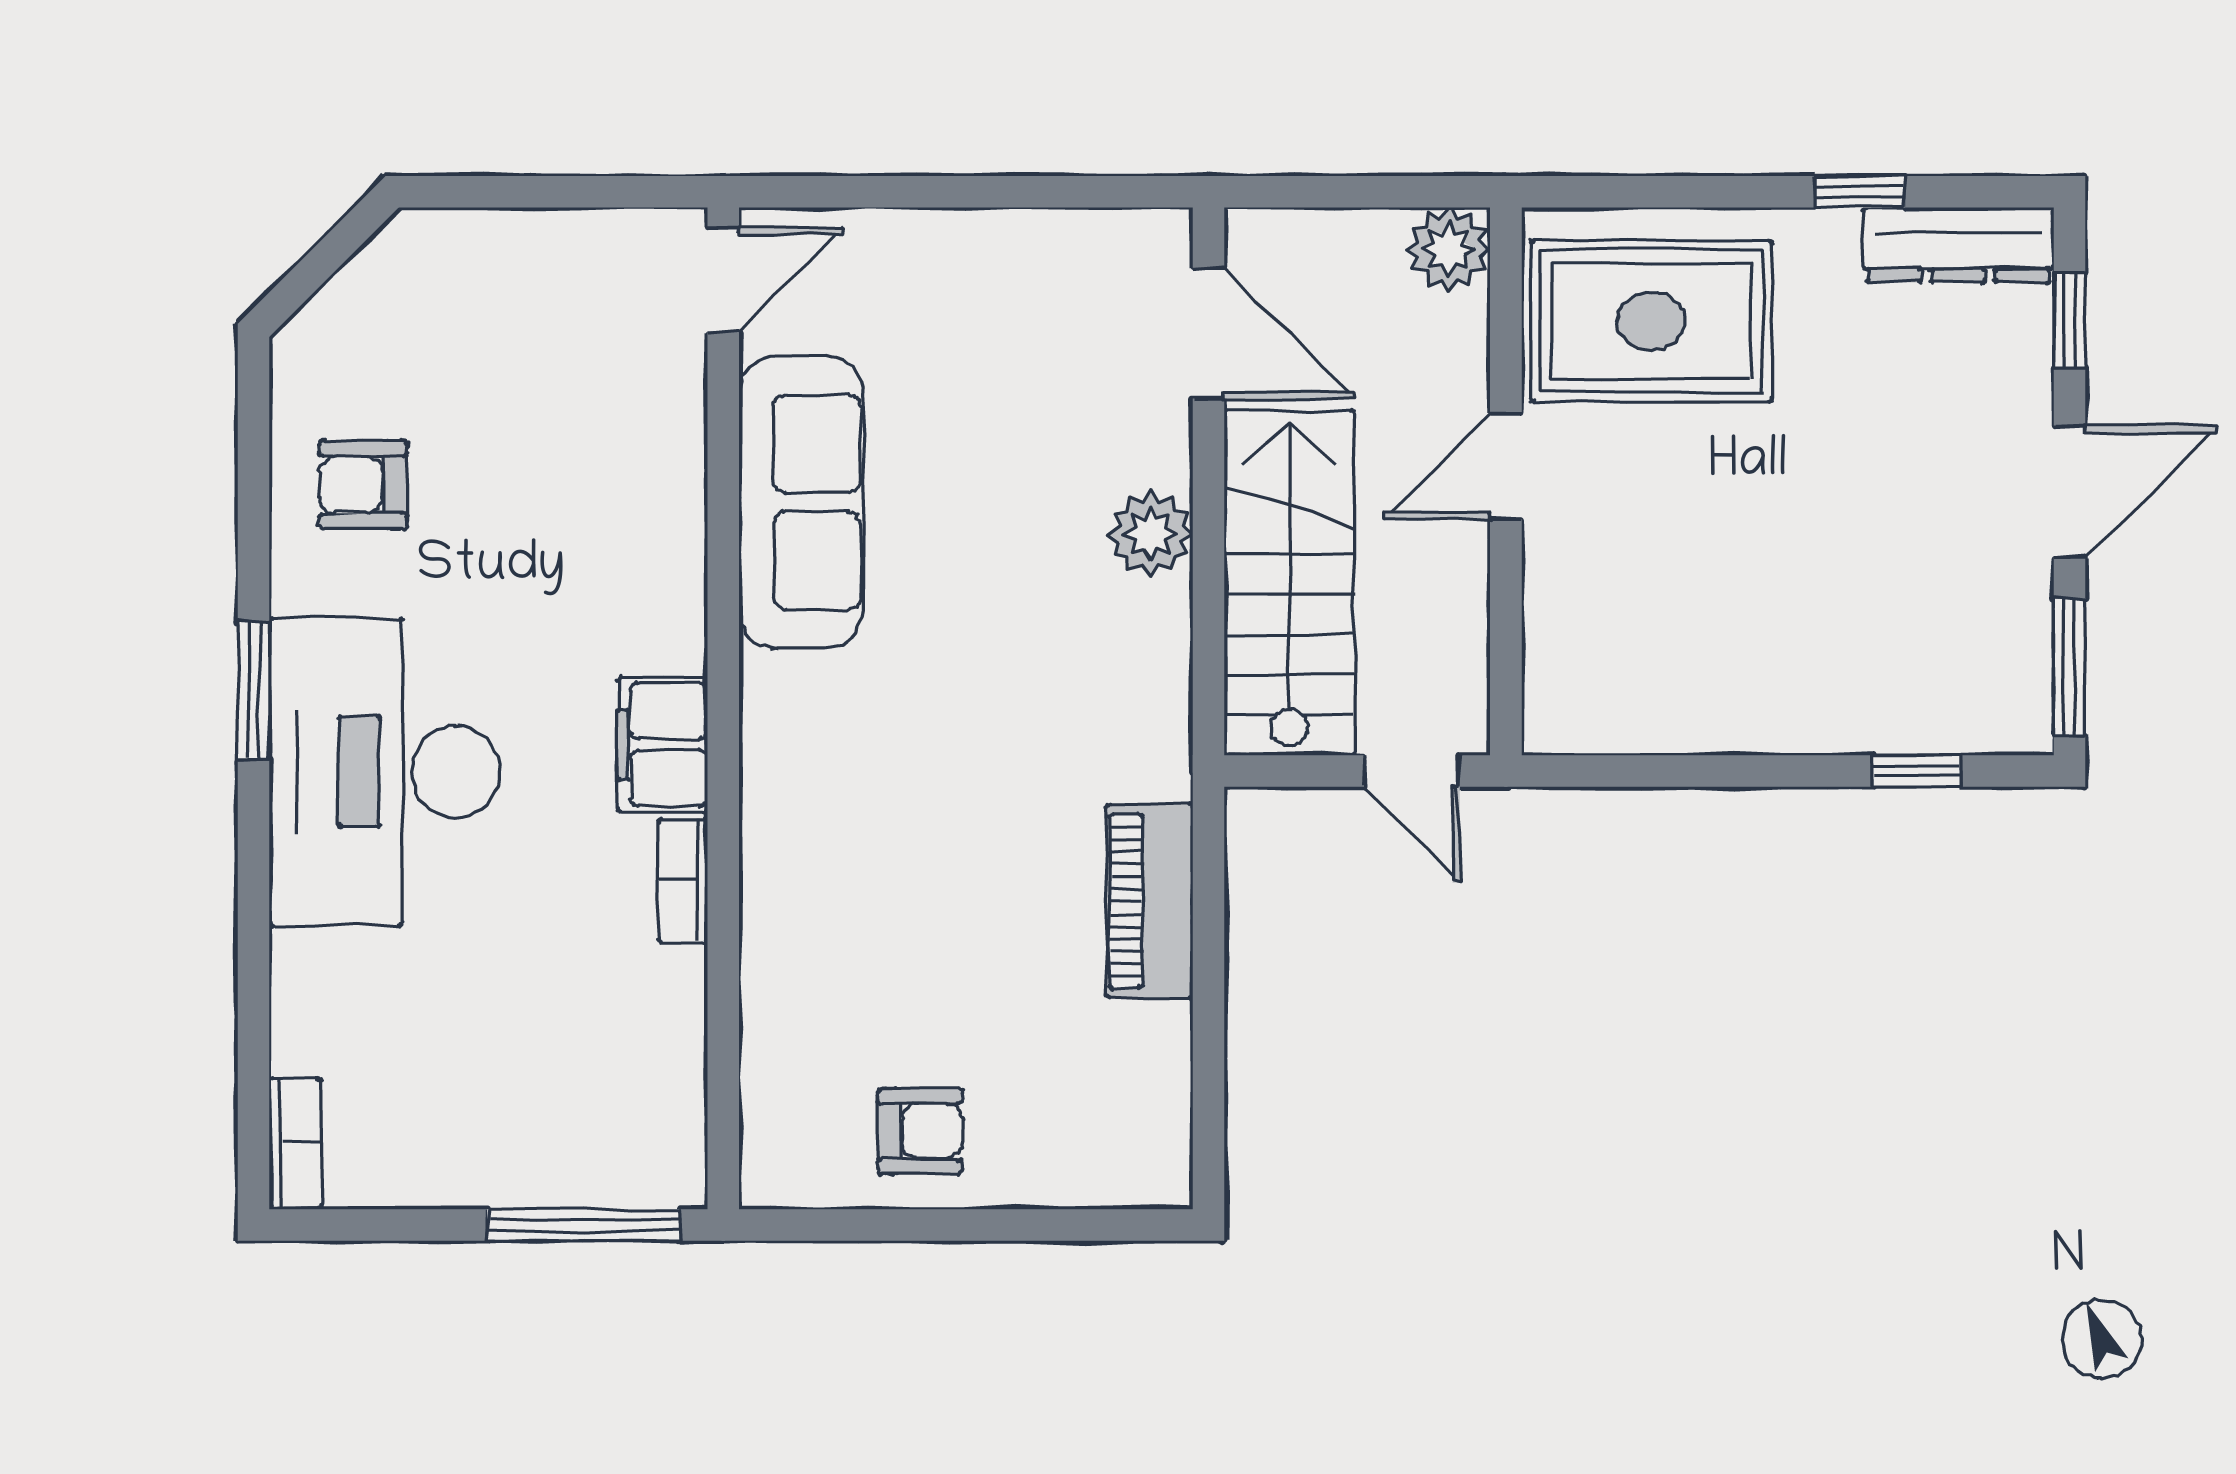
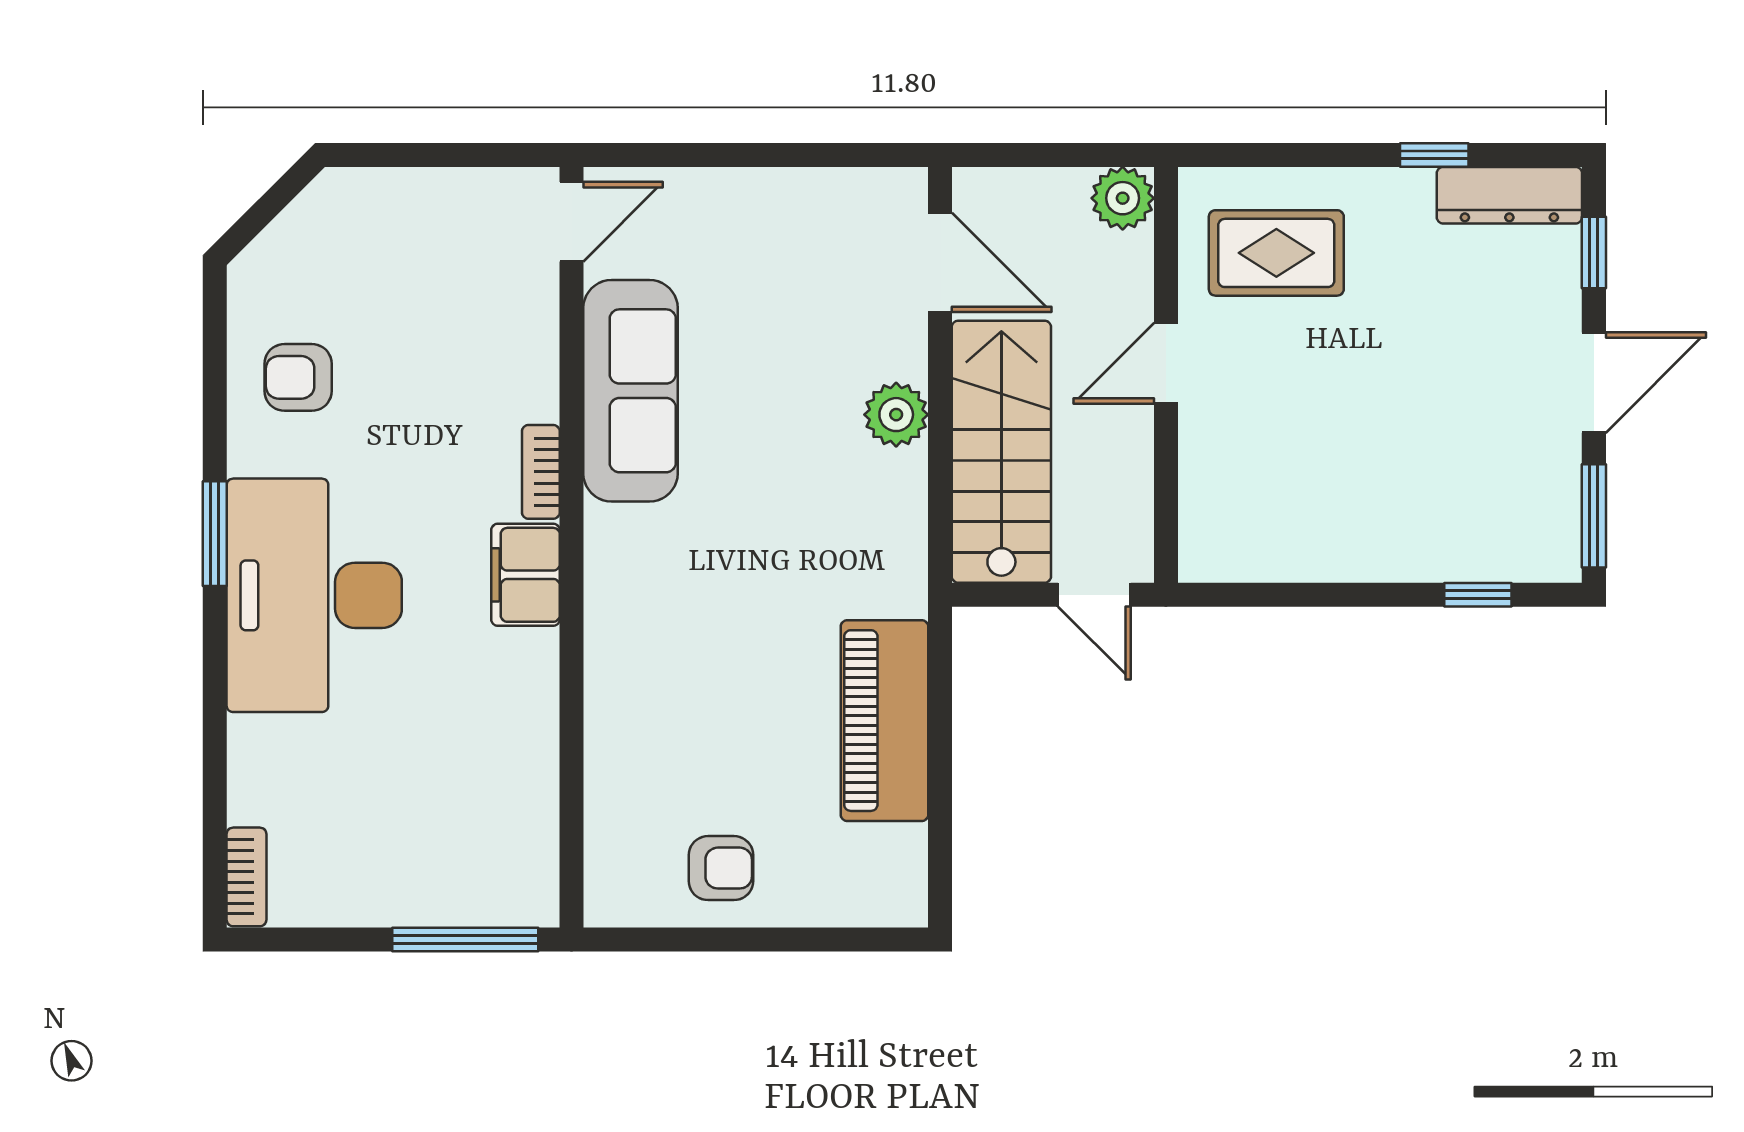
rug: (1651, 321) -> (1276, 253), width x0.73, depth x0.70
bookcase: (683, 880) -> (541, 472), moved
piano: (1149, 901) -> (884, 721), width x1.37, depth x1.33

